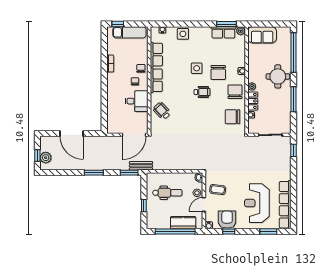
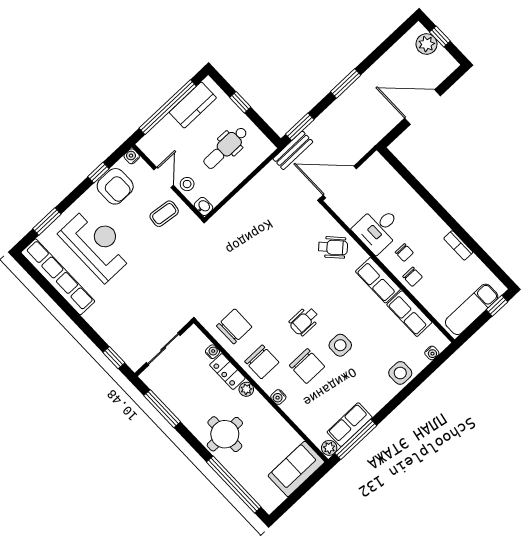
window: (227, 24) -> (356, 439), width x1.44
chair: (218, 73) -> (307, 366), turned 180
window: (294, 99) -> (162, 409), moved
door: (134, 135) -> (340, 182), hinge flipped
kitchen counter: (183, 223) -> (193, 105), moved

